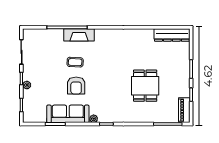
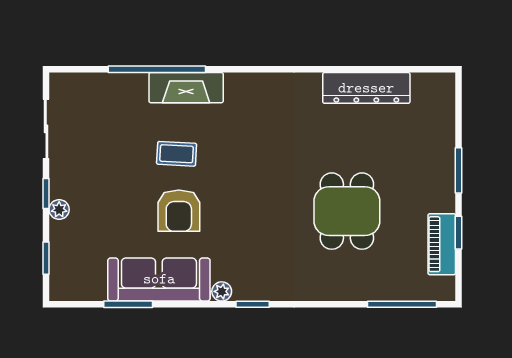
dresser: (172, 35) -> (366, 88), moved
piano: (184, 110) -> (442, 244), moved

